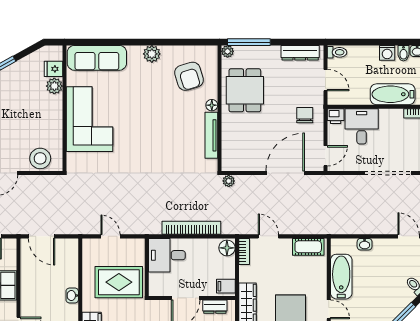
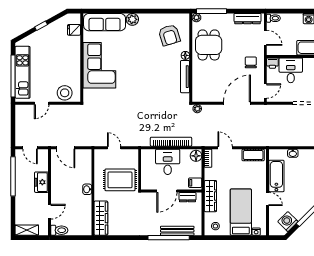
plant: (152, 54) -> (132, 19), moved
plant: (54, 86) -> (75, 42), removed
desk: (167, 255) -> (168, 162), moved, turned 90

